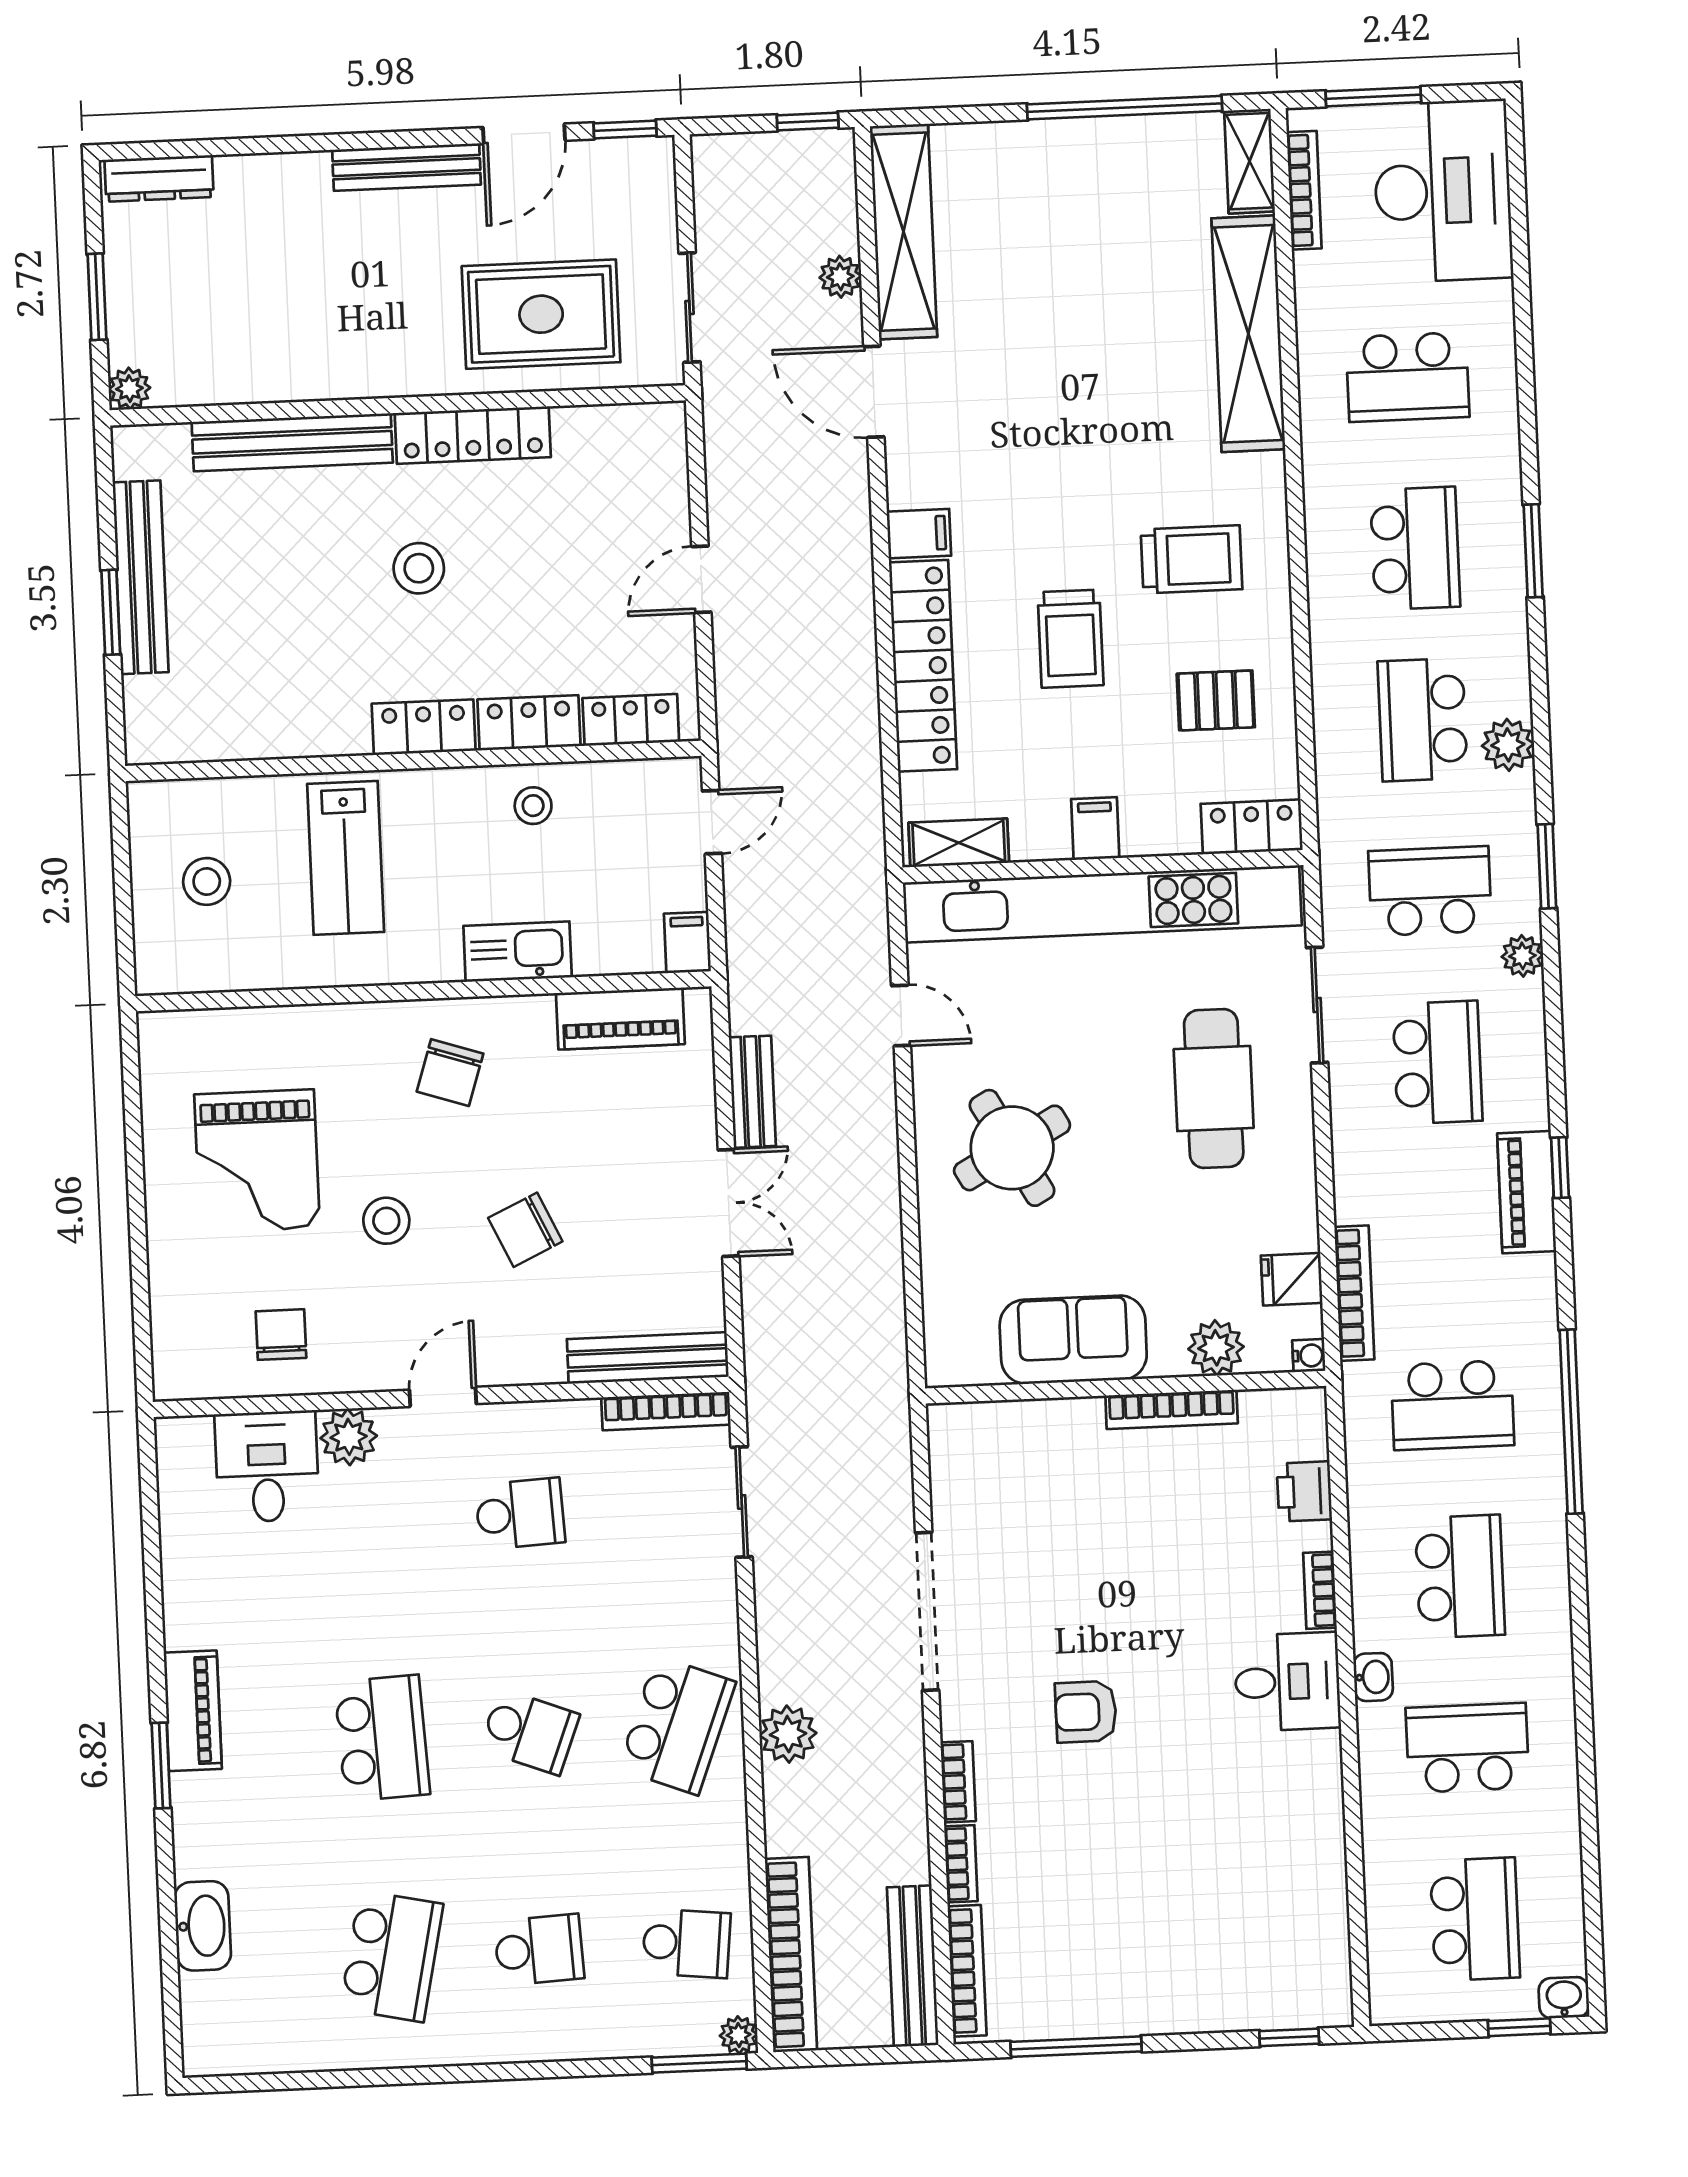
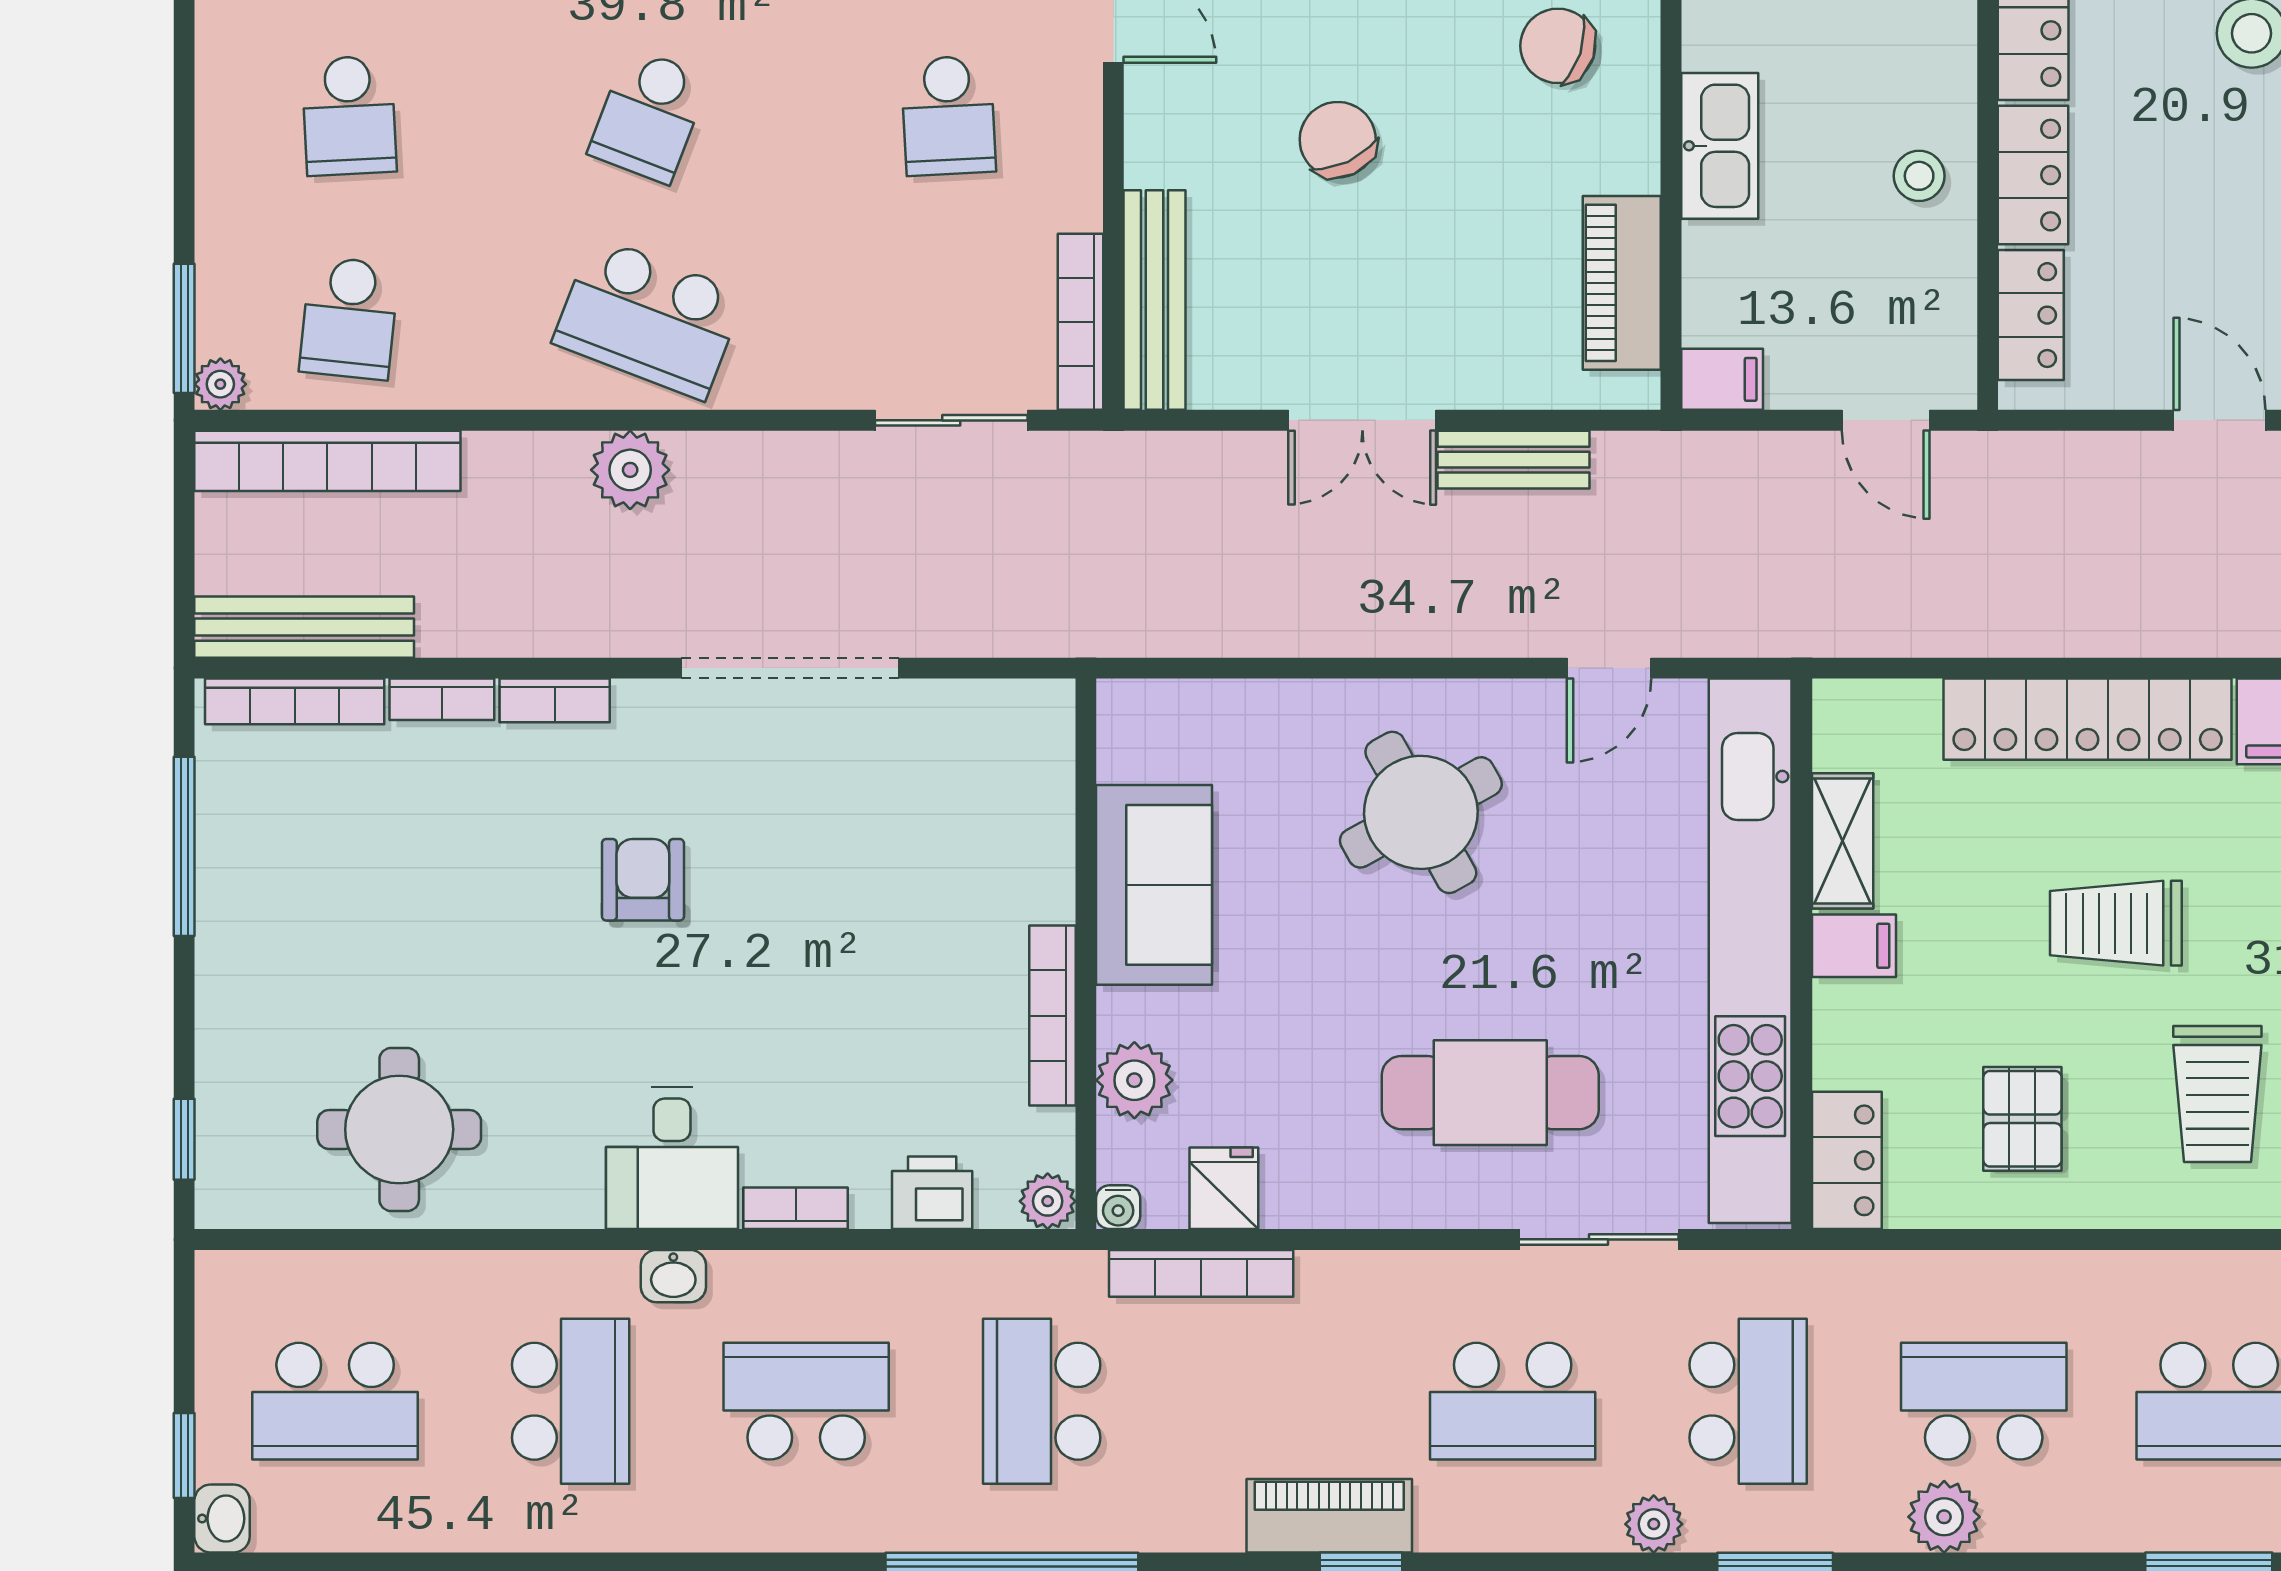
shelving: (959, 843) -> (1843, 841), moved
plant: (1307, 1407) -> (1048, 1201), added
school desk: (1460, 1576) -> (806, 1401), turned 180
round table: (1275, 1881) -> (399, 1129), added

